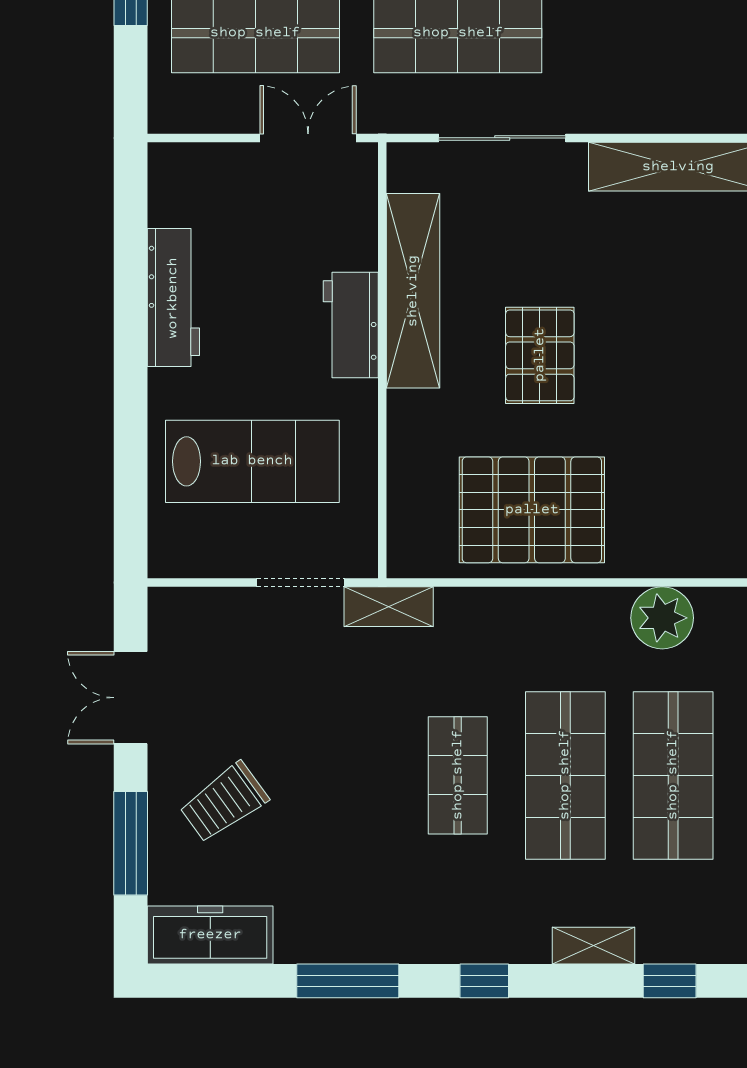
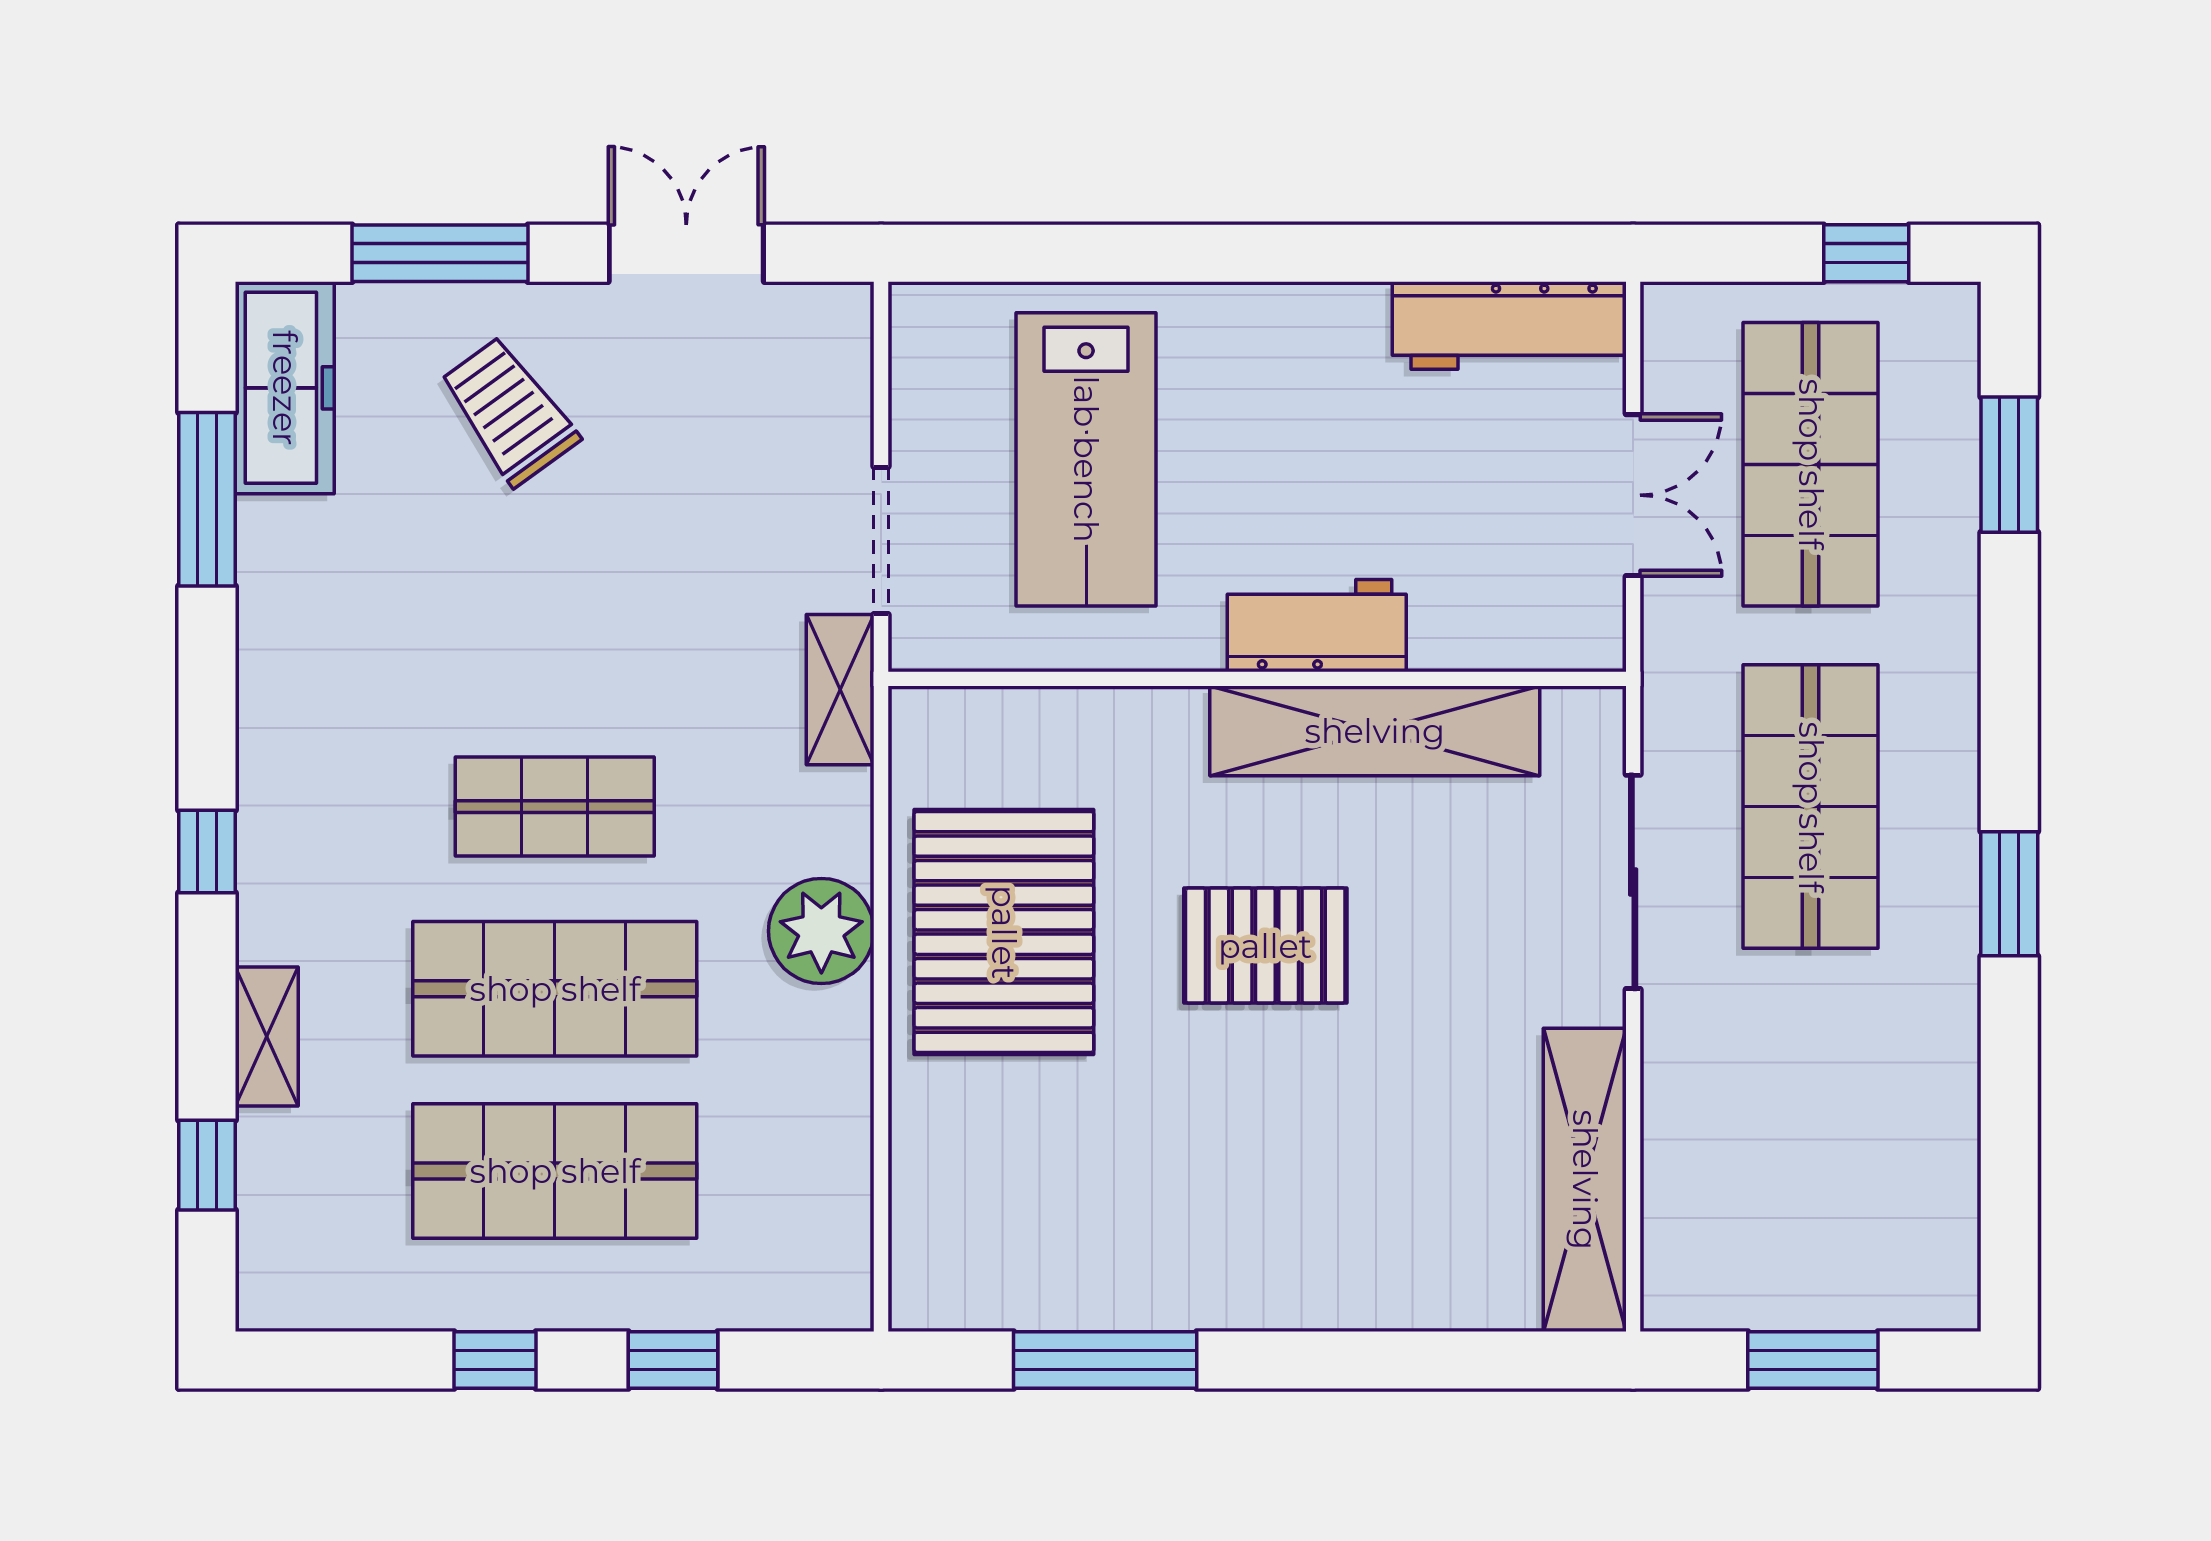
double door: (308, 138) -> (1633, 495), moved
workbench: (173, 298) -> (1509, 325), moved
plant: (662, 618) -> (821, 931), moved
window: (348, 981) -> (207, 499), moved

